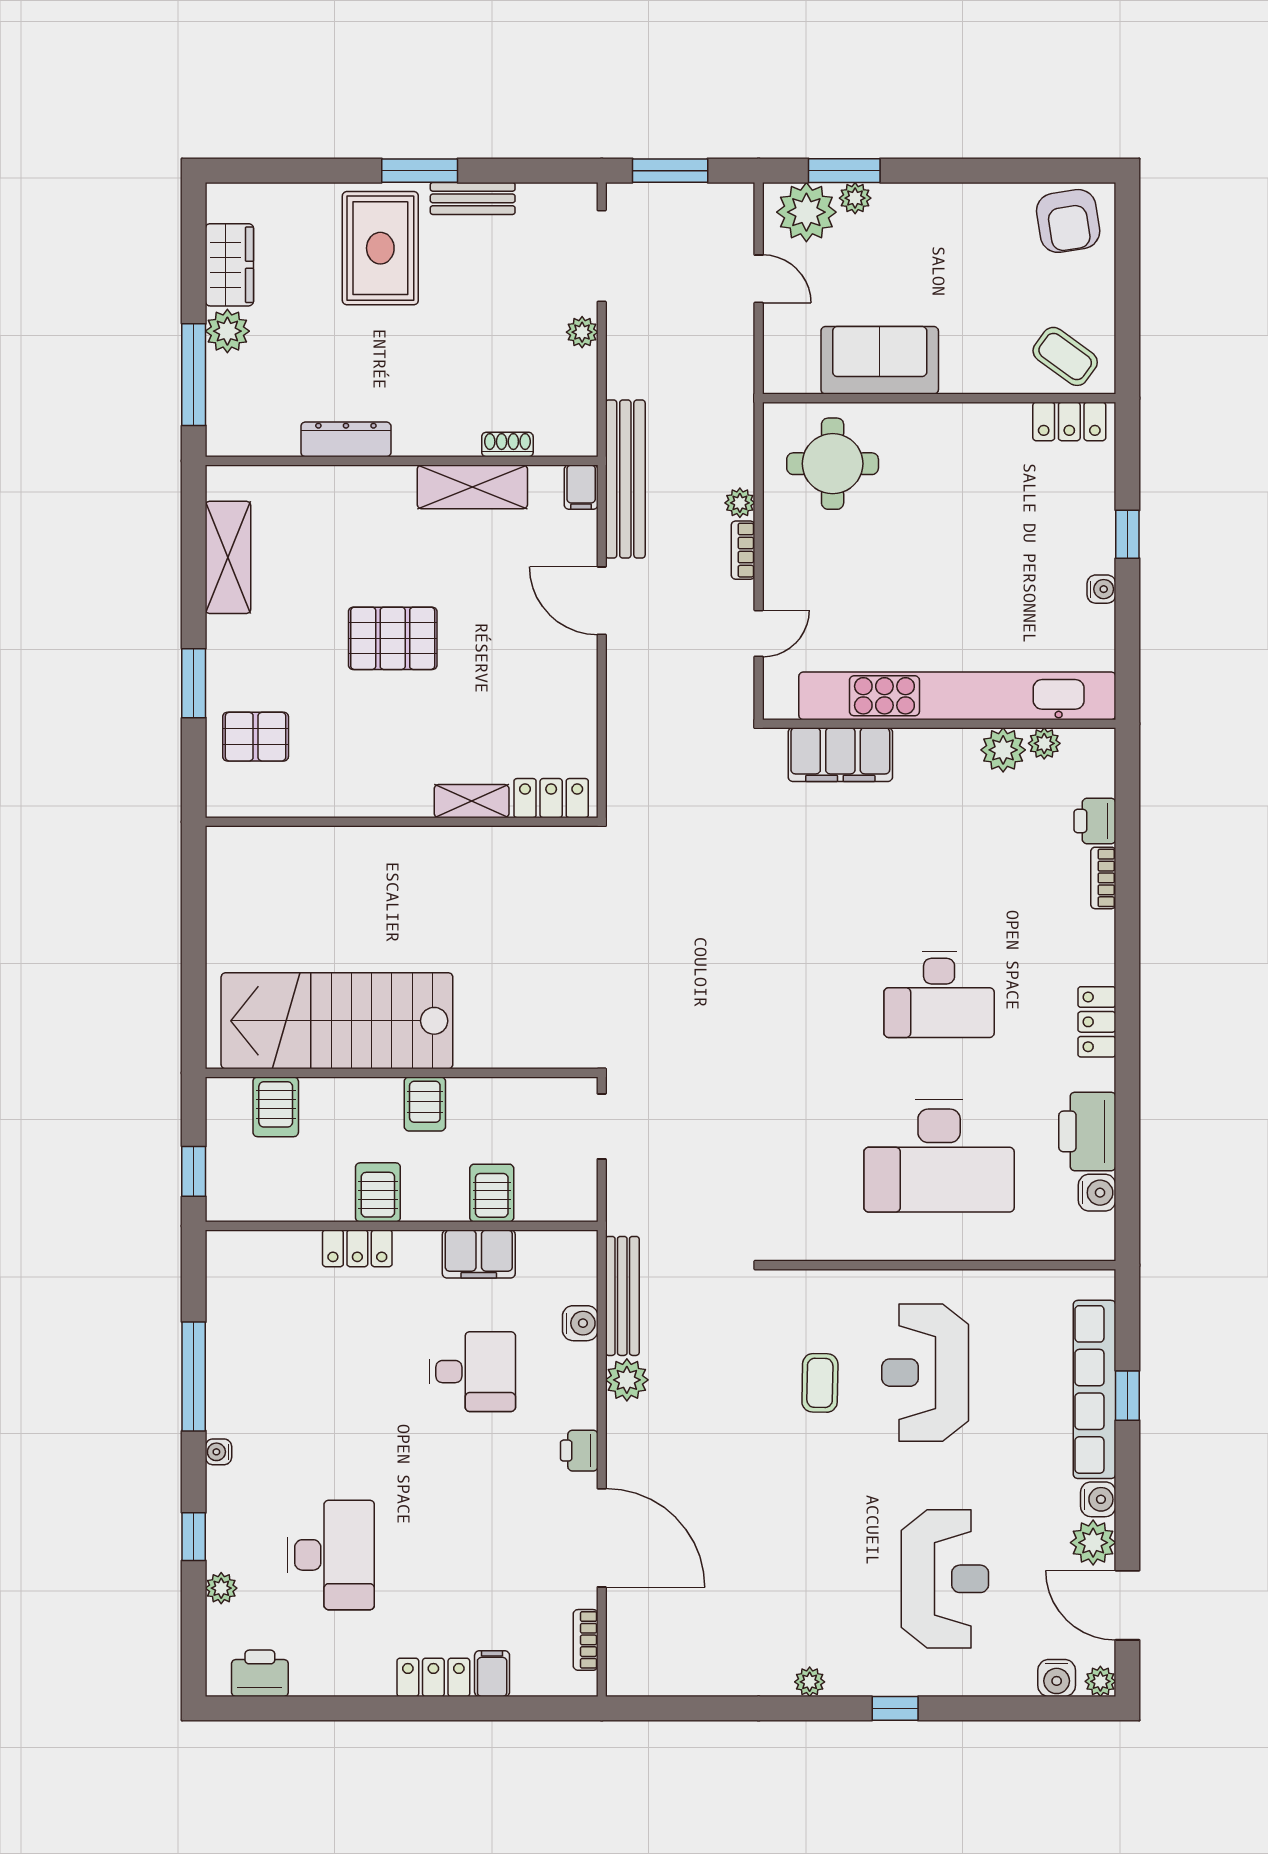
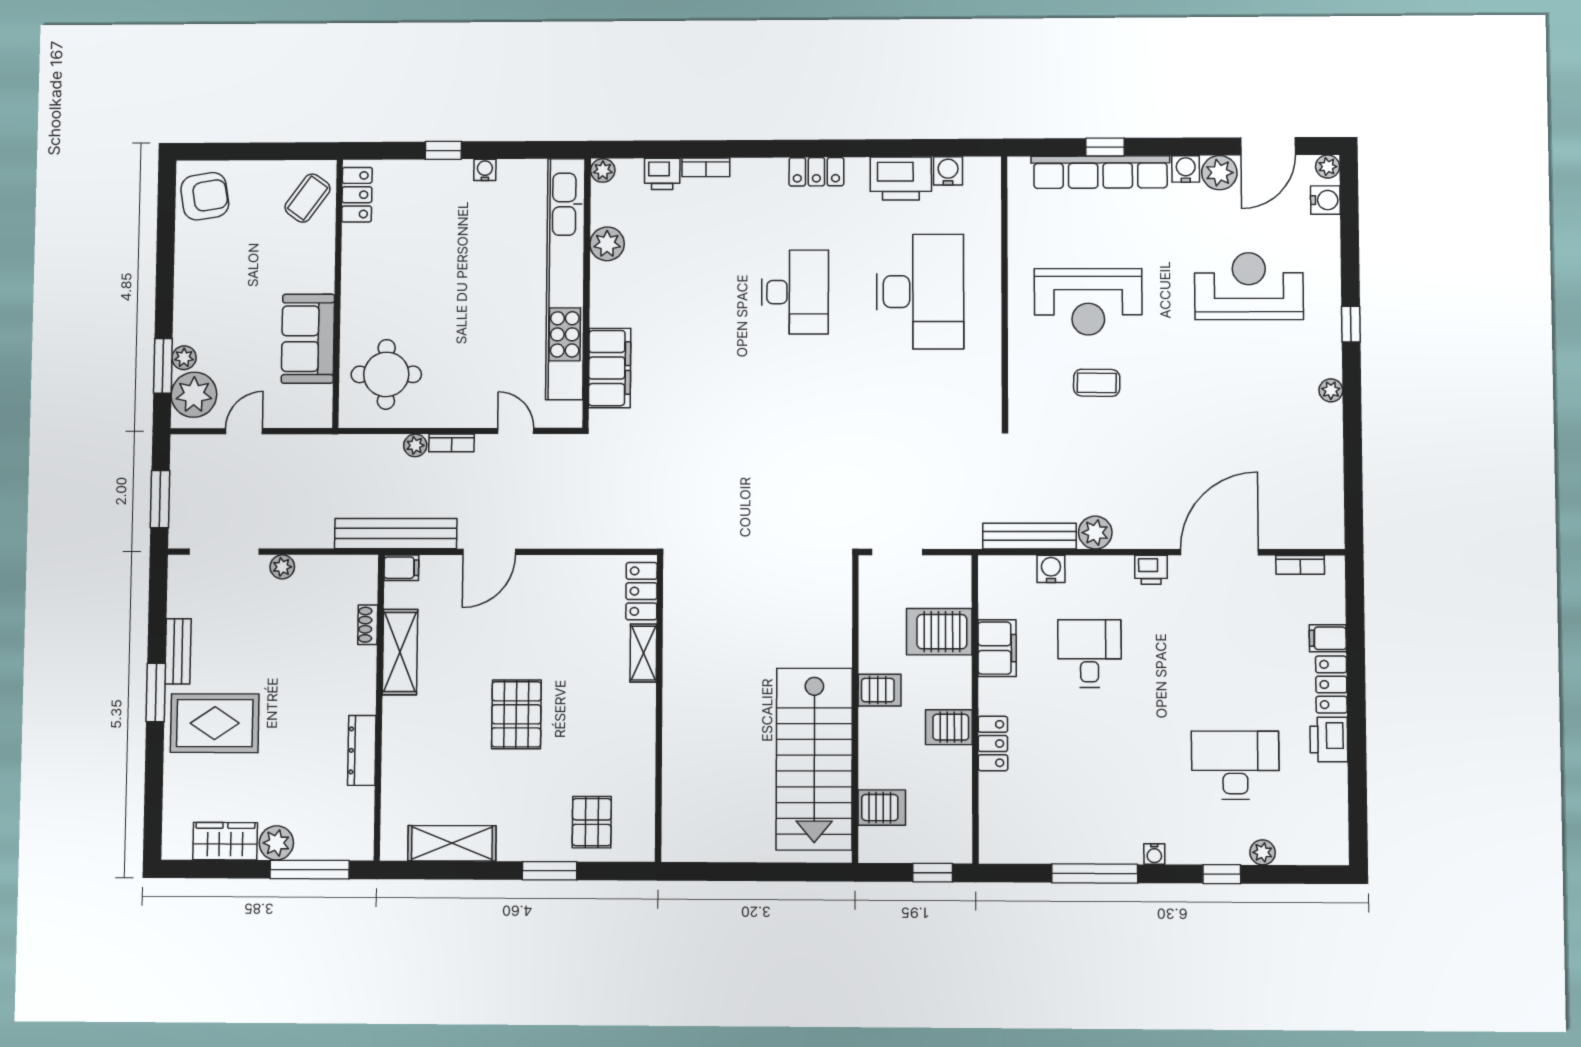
plant: (1044, 743) -> (603, 170), moved
server rack: (492, 1193) -> (939, 632), width x1.36, depth x1.44
printer: (260, 1673) -> (1329, 740), moved

